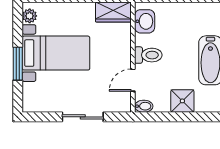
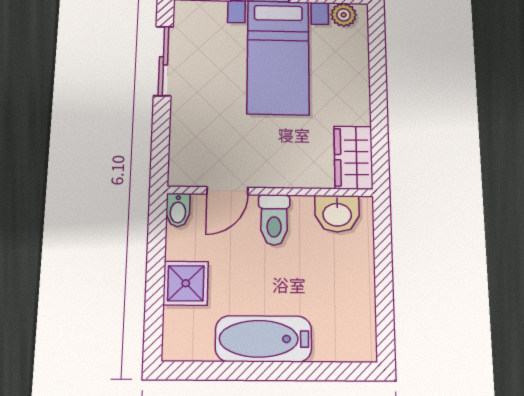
door: (133, 80) -> (227, 191), swing flipped
sliding door: (83, 117) -> (163, 61), moved

